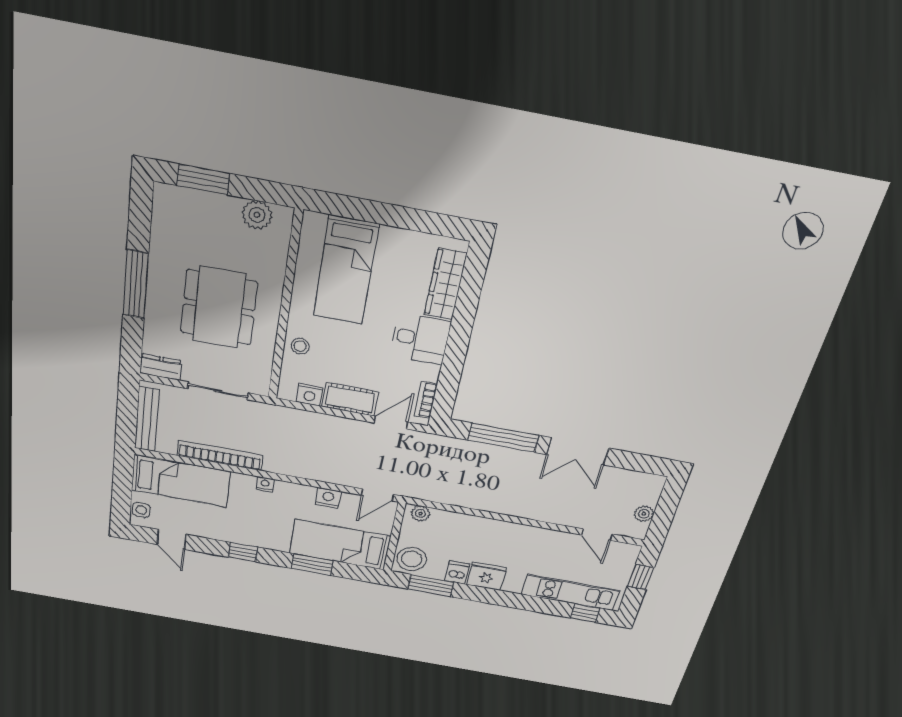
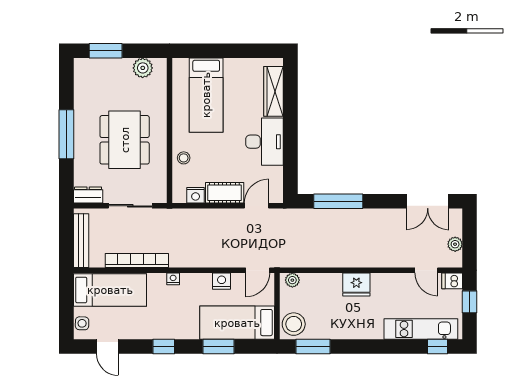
desk: (420, 339) -> (265, 142), width x1.37
bookcase: (426, 400) -> (277, 182), removed
double door: (578, 451) -> (428, 201), moved
dishwasher: (457, 572) -> (452, 281), moved, turned -90
fridge: (486, 576) -> (356, 285), moved, turned 180

